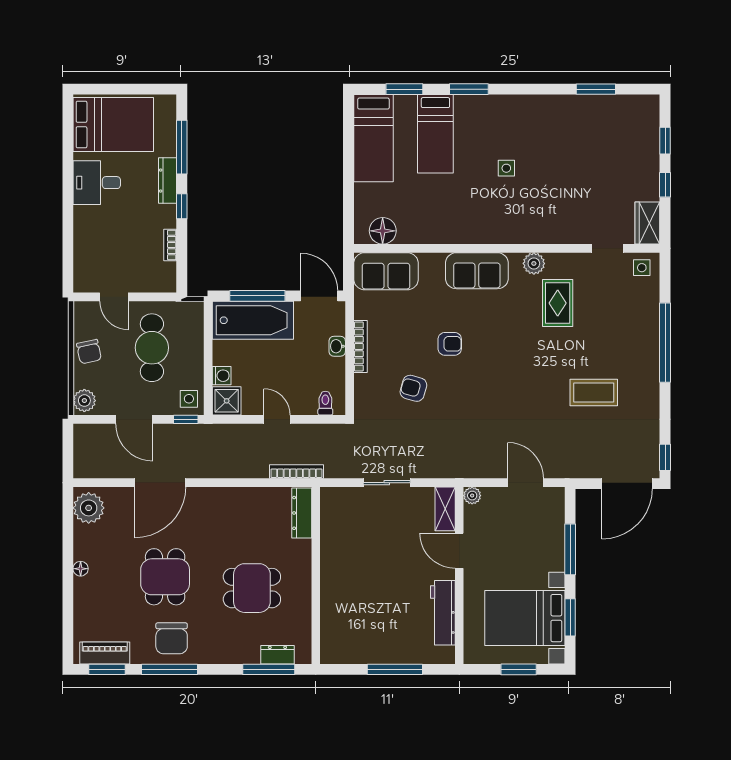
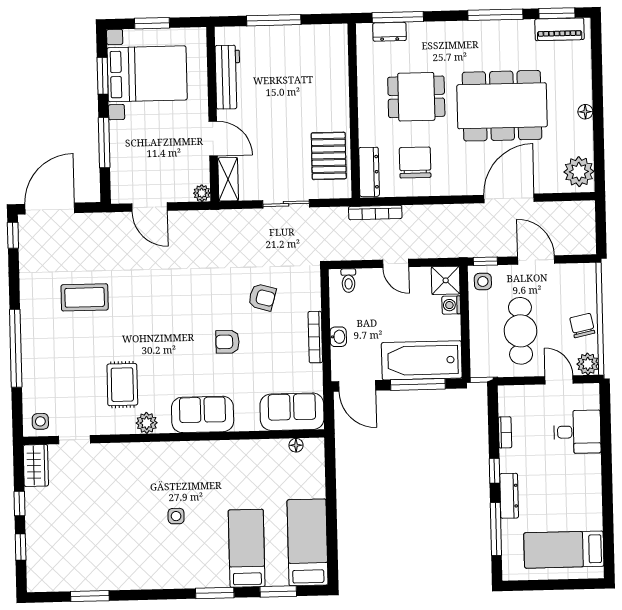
bed: (113, 125) -> (564, 550), width x0.67
desk: (97, 183) -> (577, 432), moved
floor lamp: (383, 231) -> (296, 445), width x0.53, depth x0.53
plant: (84, 401) -> (588, 364), moved
pallet: (342, 530) -> (329, 156), added
dining table: (165, 577) -> (502, 106), width x1.88, depth x1.24
chair: (172, 638) -> (415, 163), moved

